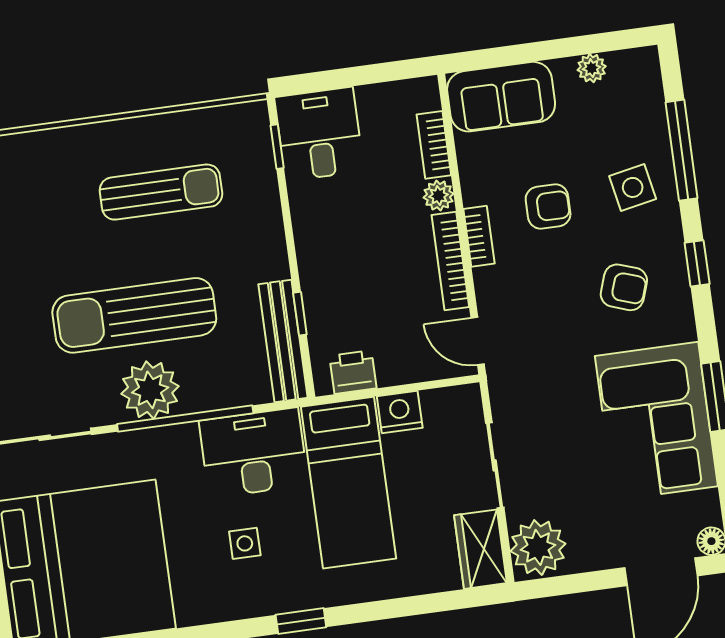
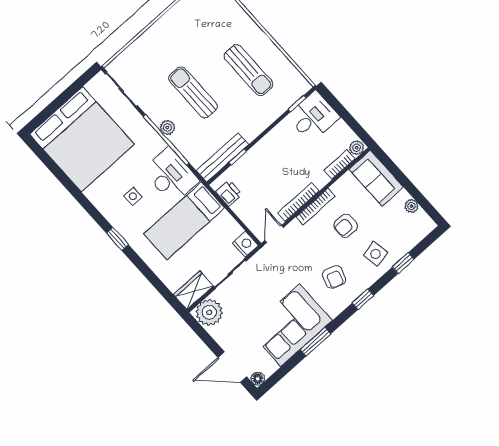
window: (682, 150) -> (403, 263), width x0.46
plant: (438, 196) -> (357, 148), moved
armchair: (548, 206) -> (346, 226), turned 90
bookcase: (479, 236) -> (316, 207), width x1.56
sun lounger: (134, 315) -> (193, 92), width x0.73, depth x0.75
plant: (150, 390) -> (167, 127), width x0.53, depth x0.53
nightstand: (400, 412) -> (245, 244), moved

